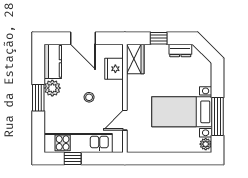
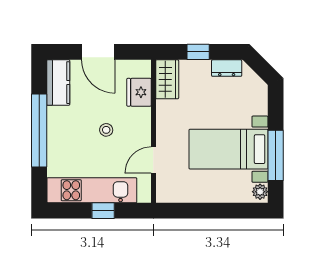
plant: (52, 88) -> (58, 118), removed
window: (38, 98) -> (39, 130), width x2.11
window: (73, 158) -> (103, 211), moved

